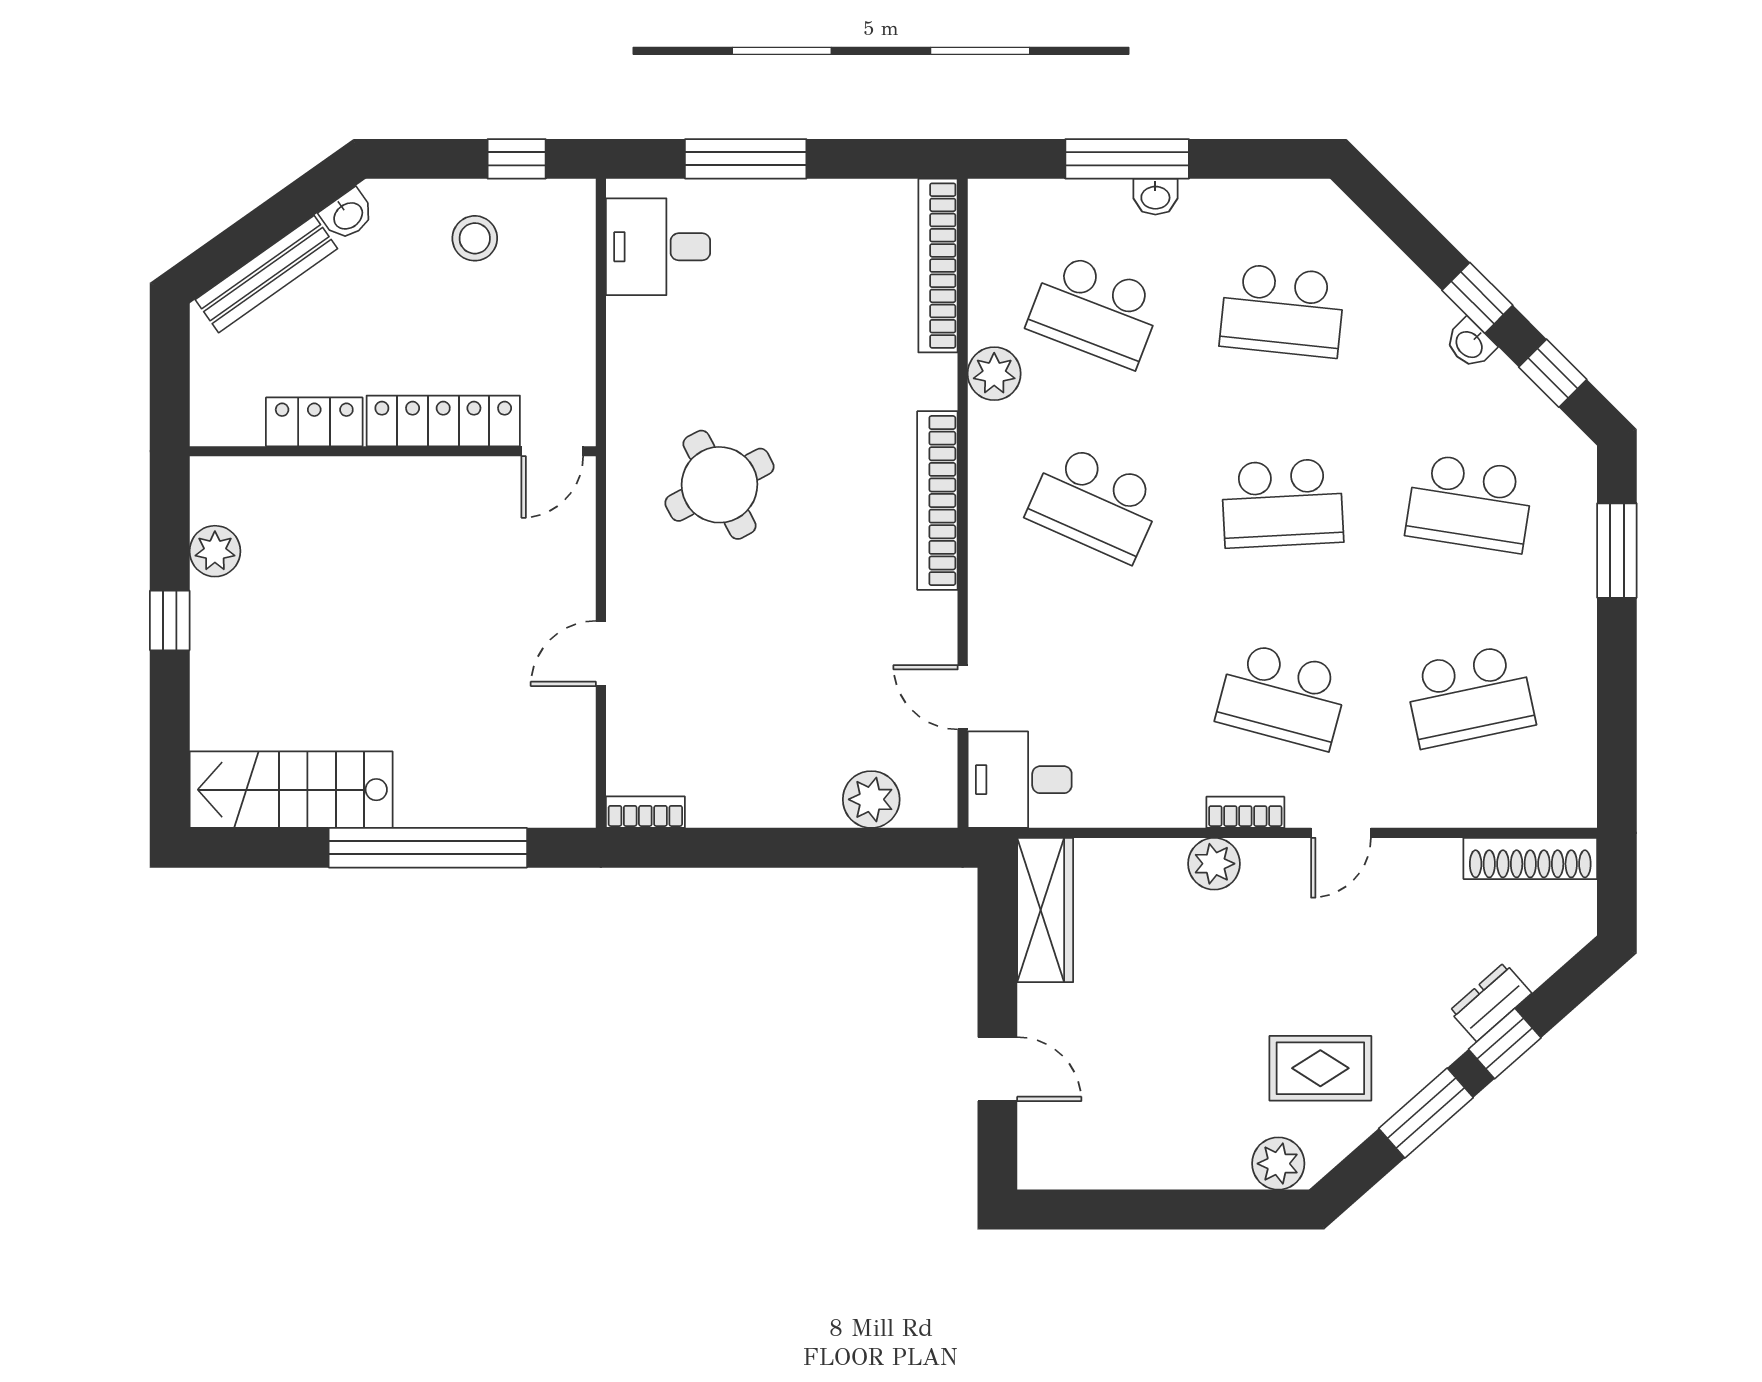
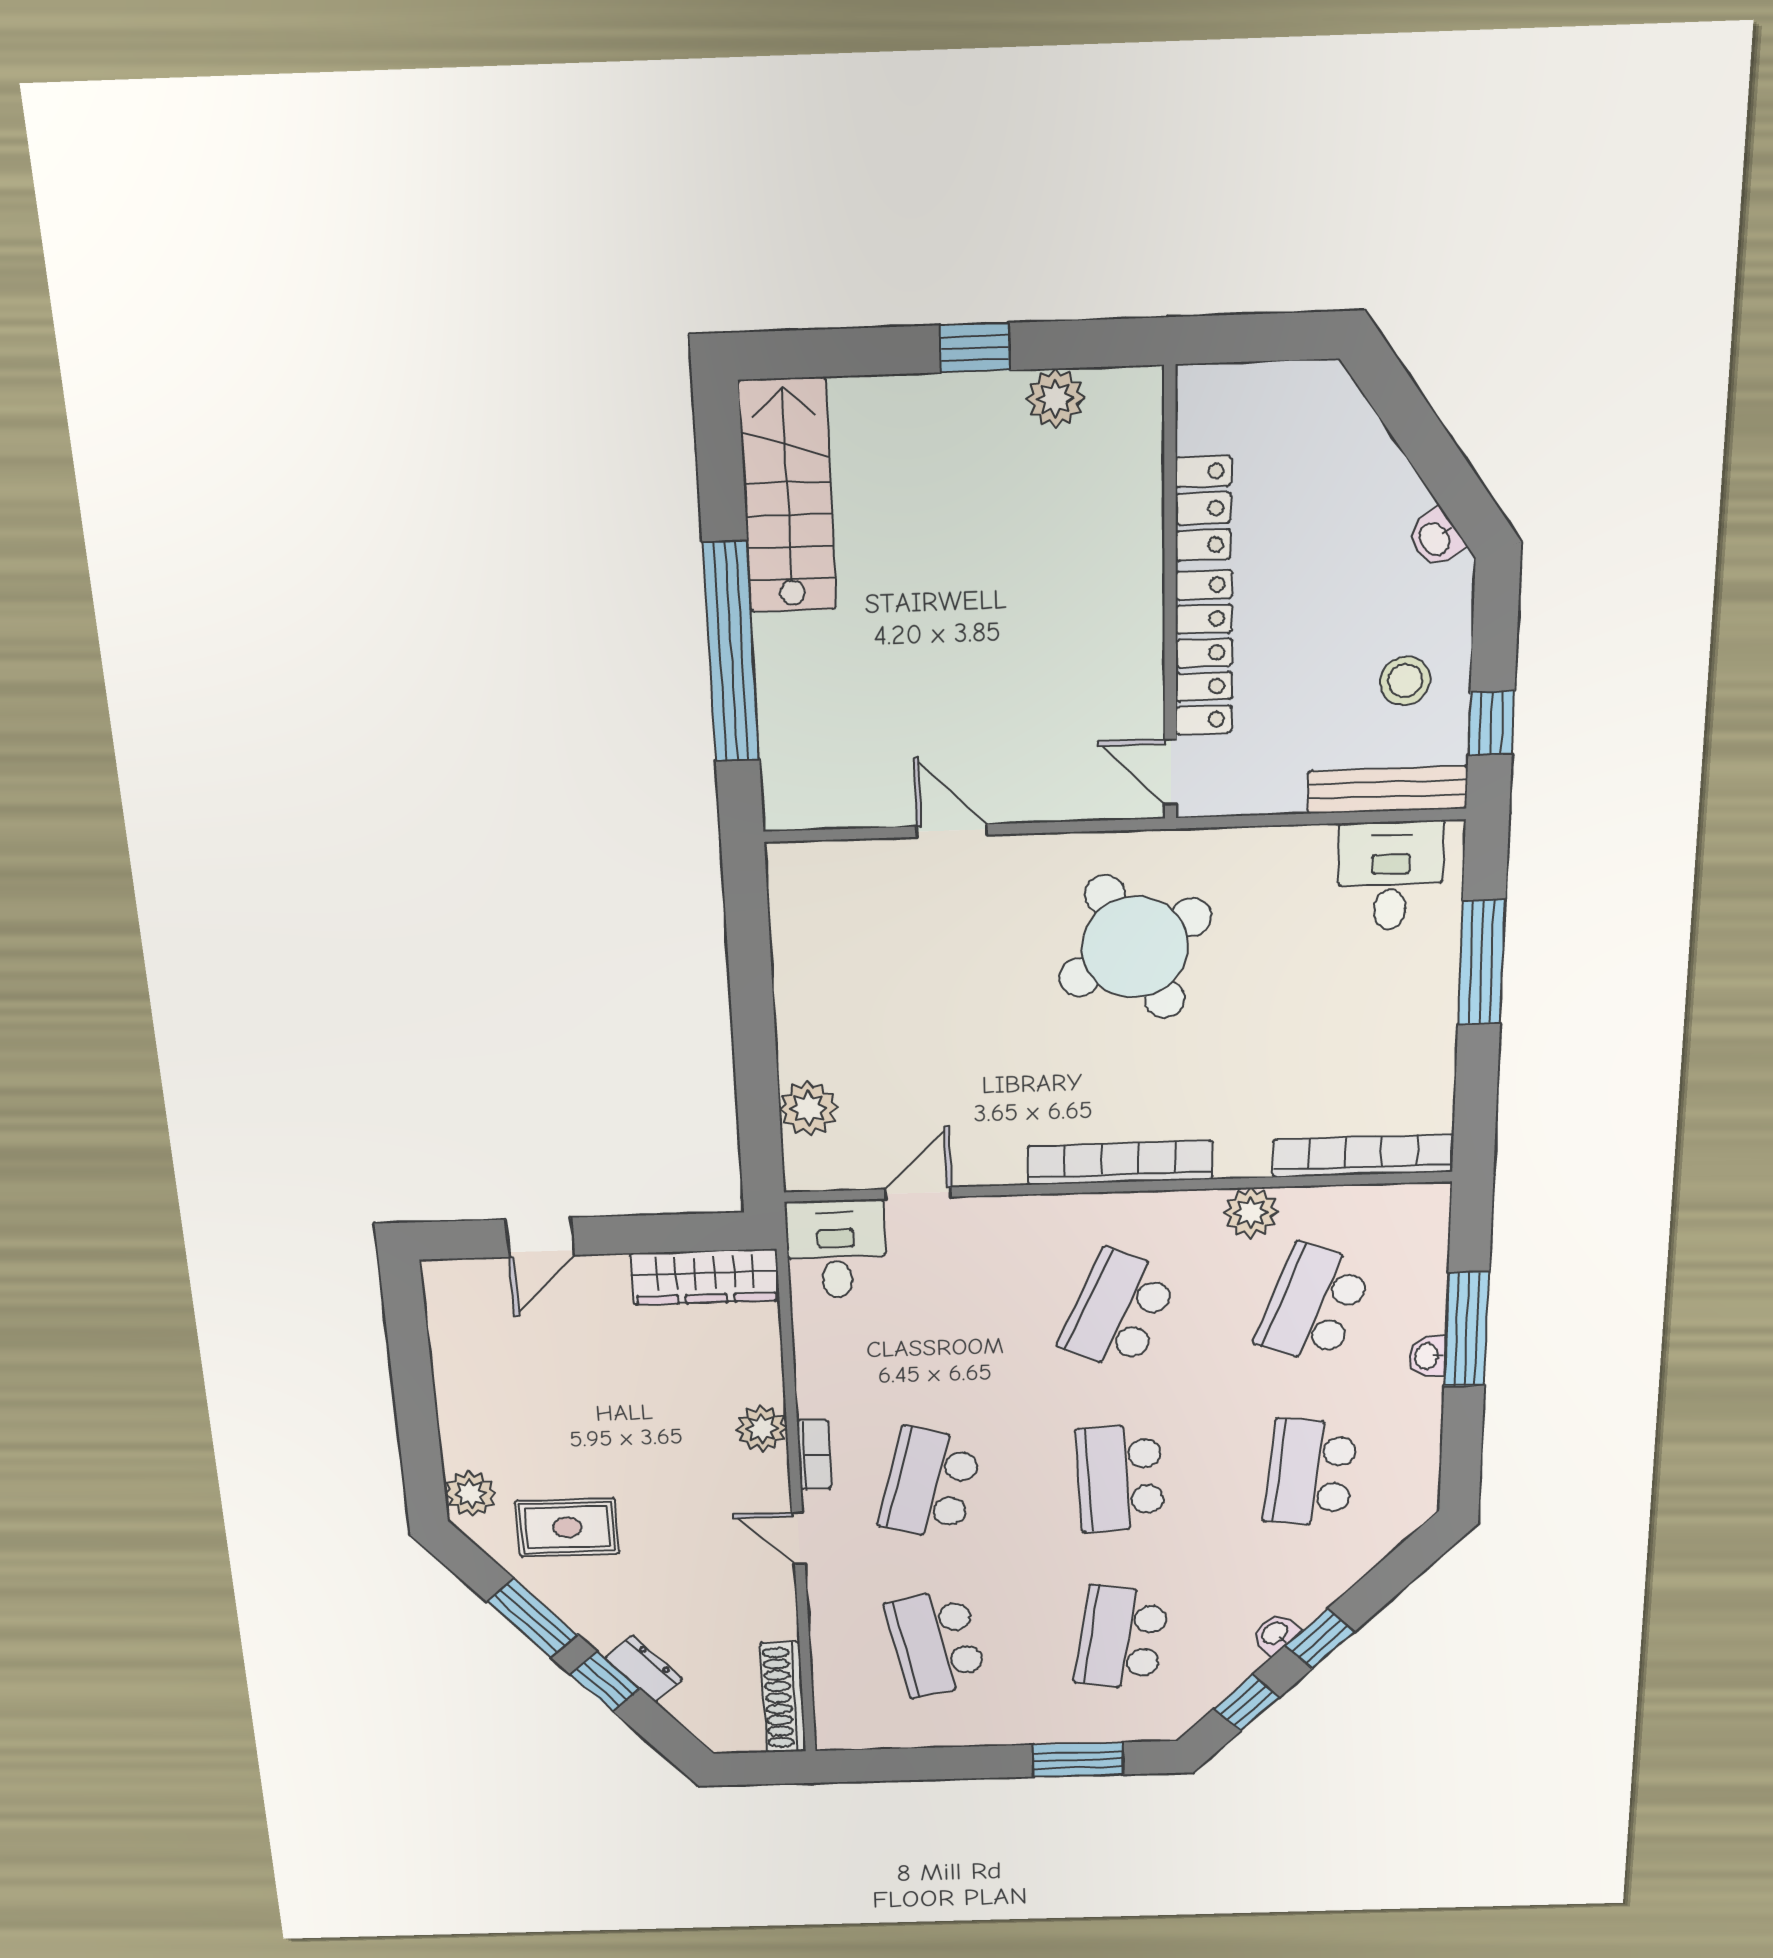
bench: (266, 274) -> (1388, 790), moved, turned -55
round table: (719, 485) -> (1135, 947), width x1.36, depth x1.36
bookcase: (645, 812) -> (783, 882), removed
rug: (1320, 1068) -> (567, 1527), turned 90

